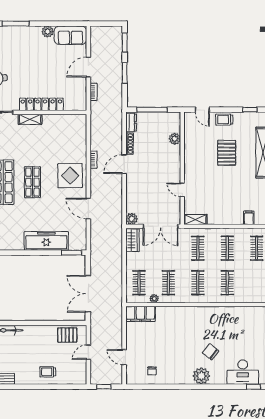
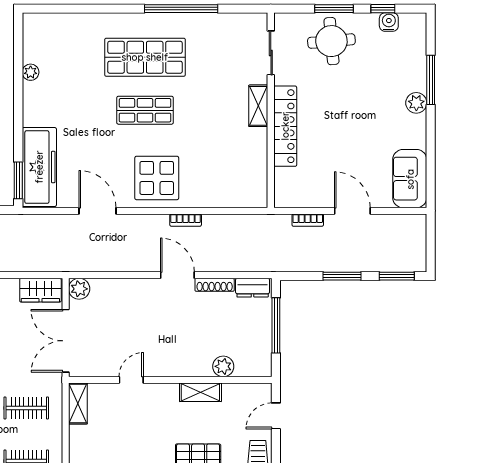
plant: (48, 32) -> (416, 103), moved
shelving: (189, 151) -> (200, 392), added
door: (88, 209) -> (98, 211), hinge flipped
freezer: (46, 241) -> (39, 167), moved
plant: (11, 246) -> (31, 72), added

